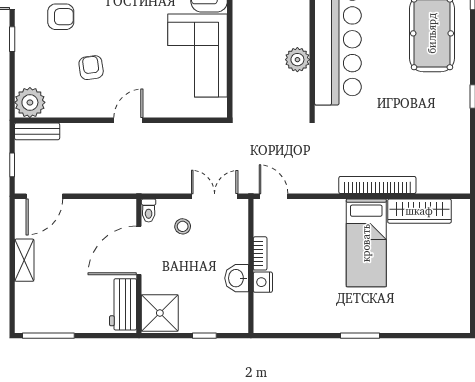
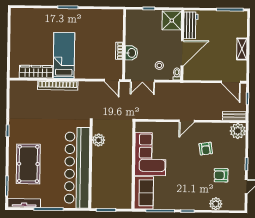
plant: (297, 60) -> (99, 140), moved
door: (44, 196) -> (231, 82), swing flipped
washbasin: (237, 278) -> (131, 53), moved
nightstand: (263, 282) -> (118, 36), removed

